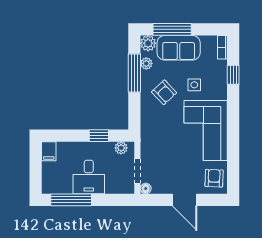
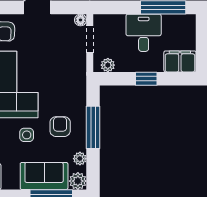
window: (134, 73) -> (93, 127), moved
armchair: (164, 92) -> (60, 127), turned 43
window: (99, 136) -> (146, 79), moved
filing cabinet: (49, 151) -> (180, 61), width x2.00

